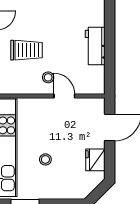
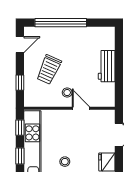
trolley: (26, 50) -> (49, 70), turned 114

